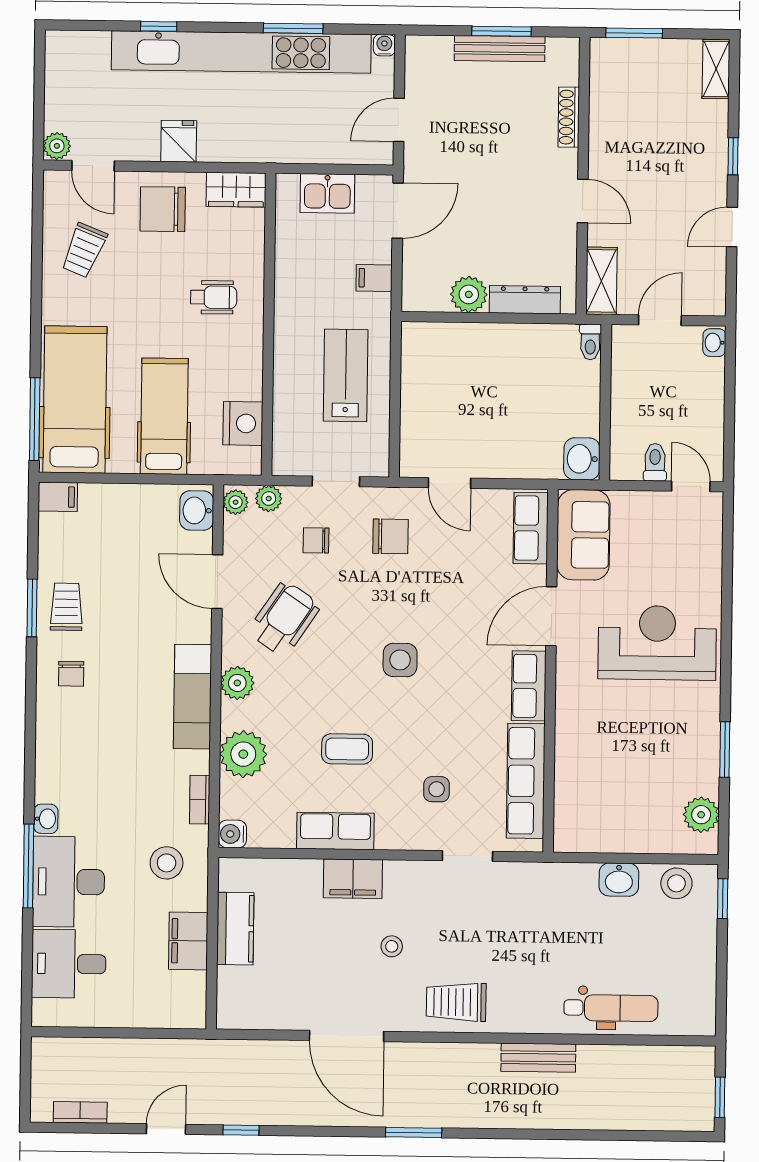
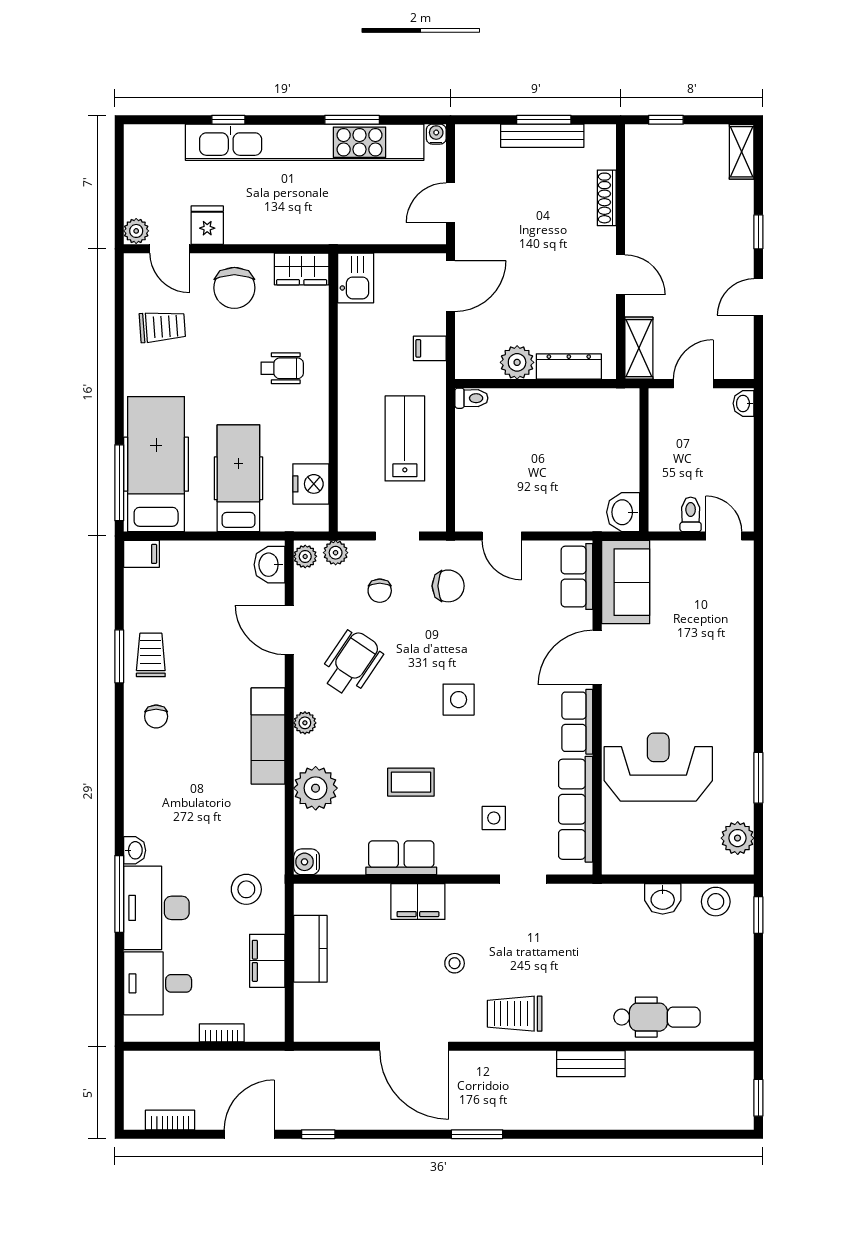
window: (634, 33) -> (666, 120), width x0.67
fridge: (179, 141) -> (207, 225), moved
kitchen sink: (327, 193) -> (356, 278), moved, turned -90
chair: (163, 209) -> (234, 288), turned -90
trolley: (84, 250) -> (162, 327), turned -116
toilet: (590, 342) -> (471, 398), moved, turned -90
chair: (316, 540) -> (380, 591), turned -90
reception desk: (657, 643) -> (658, 767), moved
plant: (237, 683) -> (305, 723), width x0.73, depth x0.73
bookcase: (200, 800) -> (222, 1033), moved, turned 90
door: (166, 1129) -> (249, 1134), width x1.38

